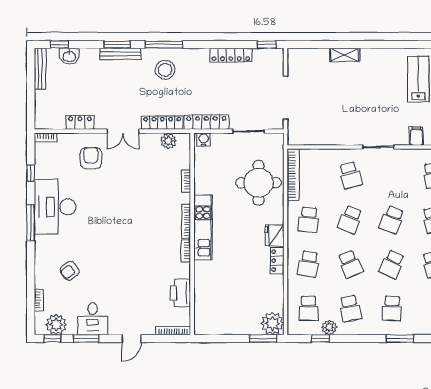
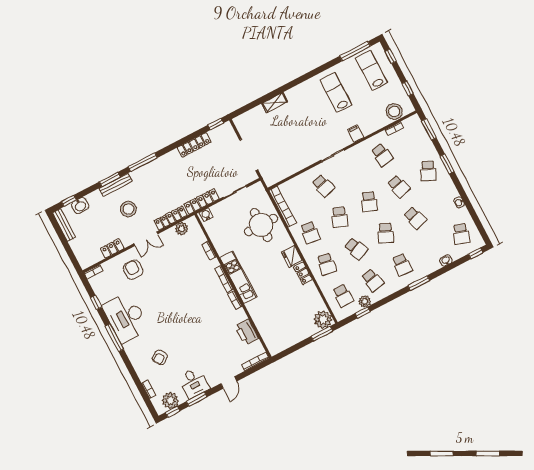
stool: (165, 70) -> (128, 209), moved

